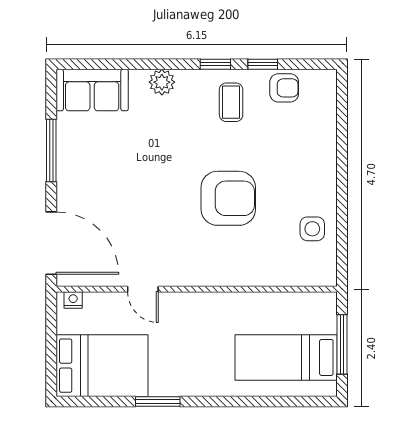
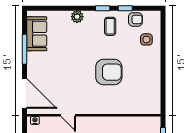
sofa: (92, 90) -> (37, 34), moved, turned -90
side table: (312, 229) -> (146, 39), moved

